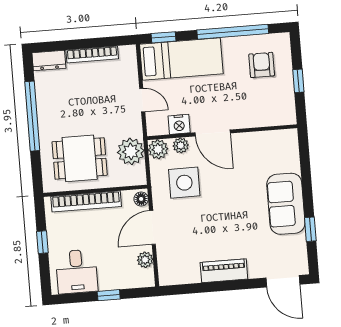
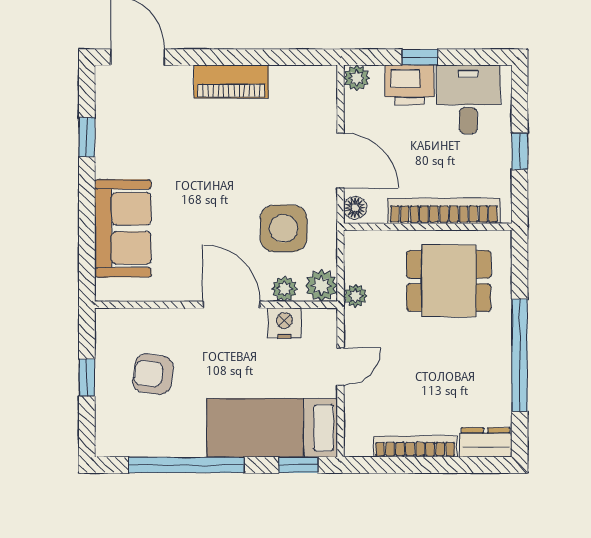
armchair: (262, 65) -> (153, 374), moved, turned 98
door: (142, 100) -> (341, 367), swing flipped
plant: (131, 151) -> (355, 296), width x0.53, depth x0.53
sofa: (286, 204) -> (123, 228), moved
door: (152, 227) -> (341, 161), hinge flipped
plant: (145, 260) -> (357, 78), moved
printer: (114, 277) -> (410, 85), added

